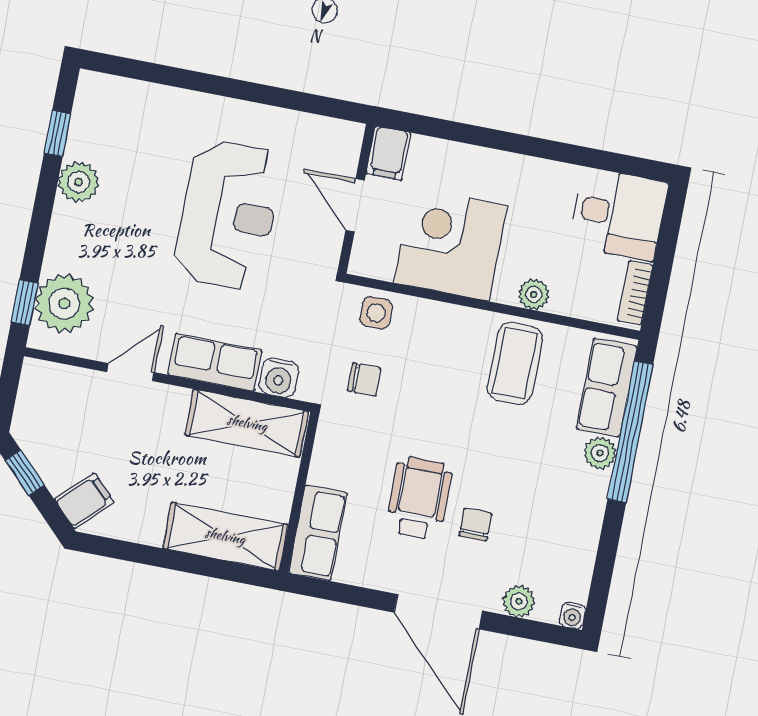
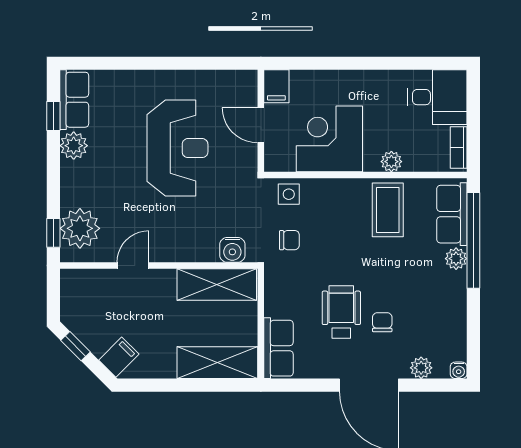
row of seats: (215, 362) -> (74, 100), moved, turned 90

